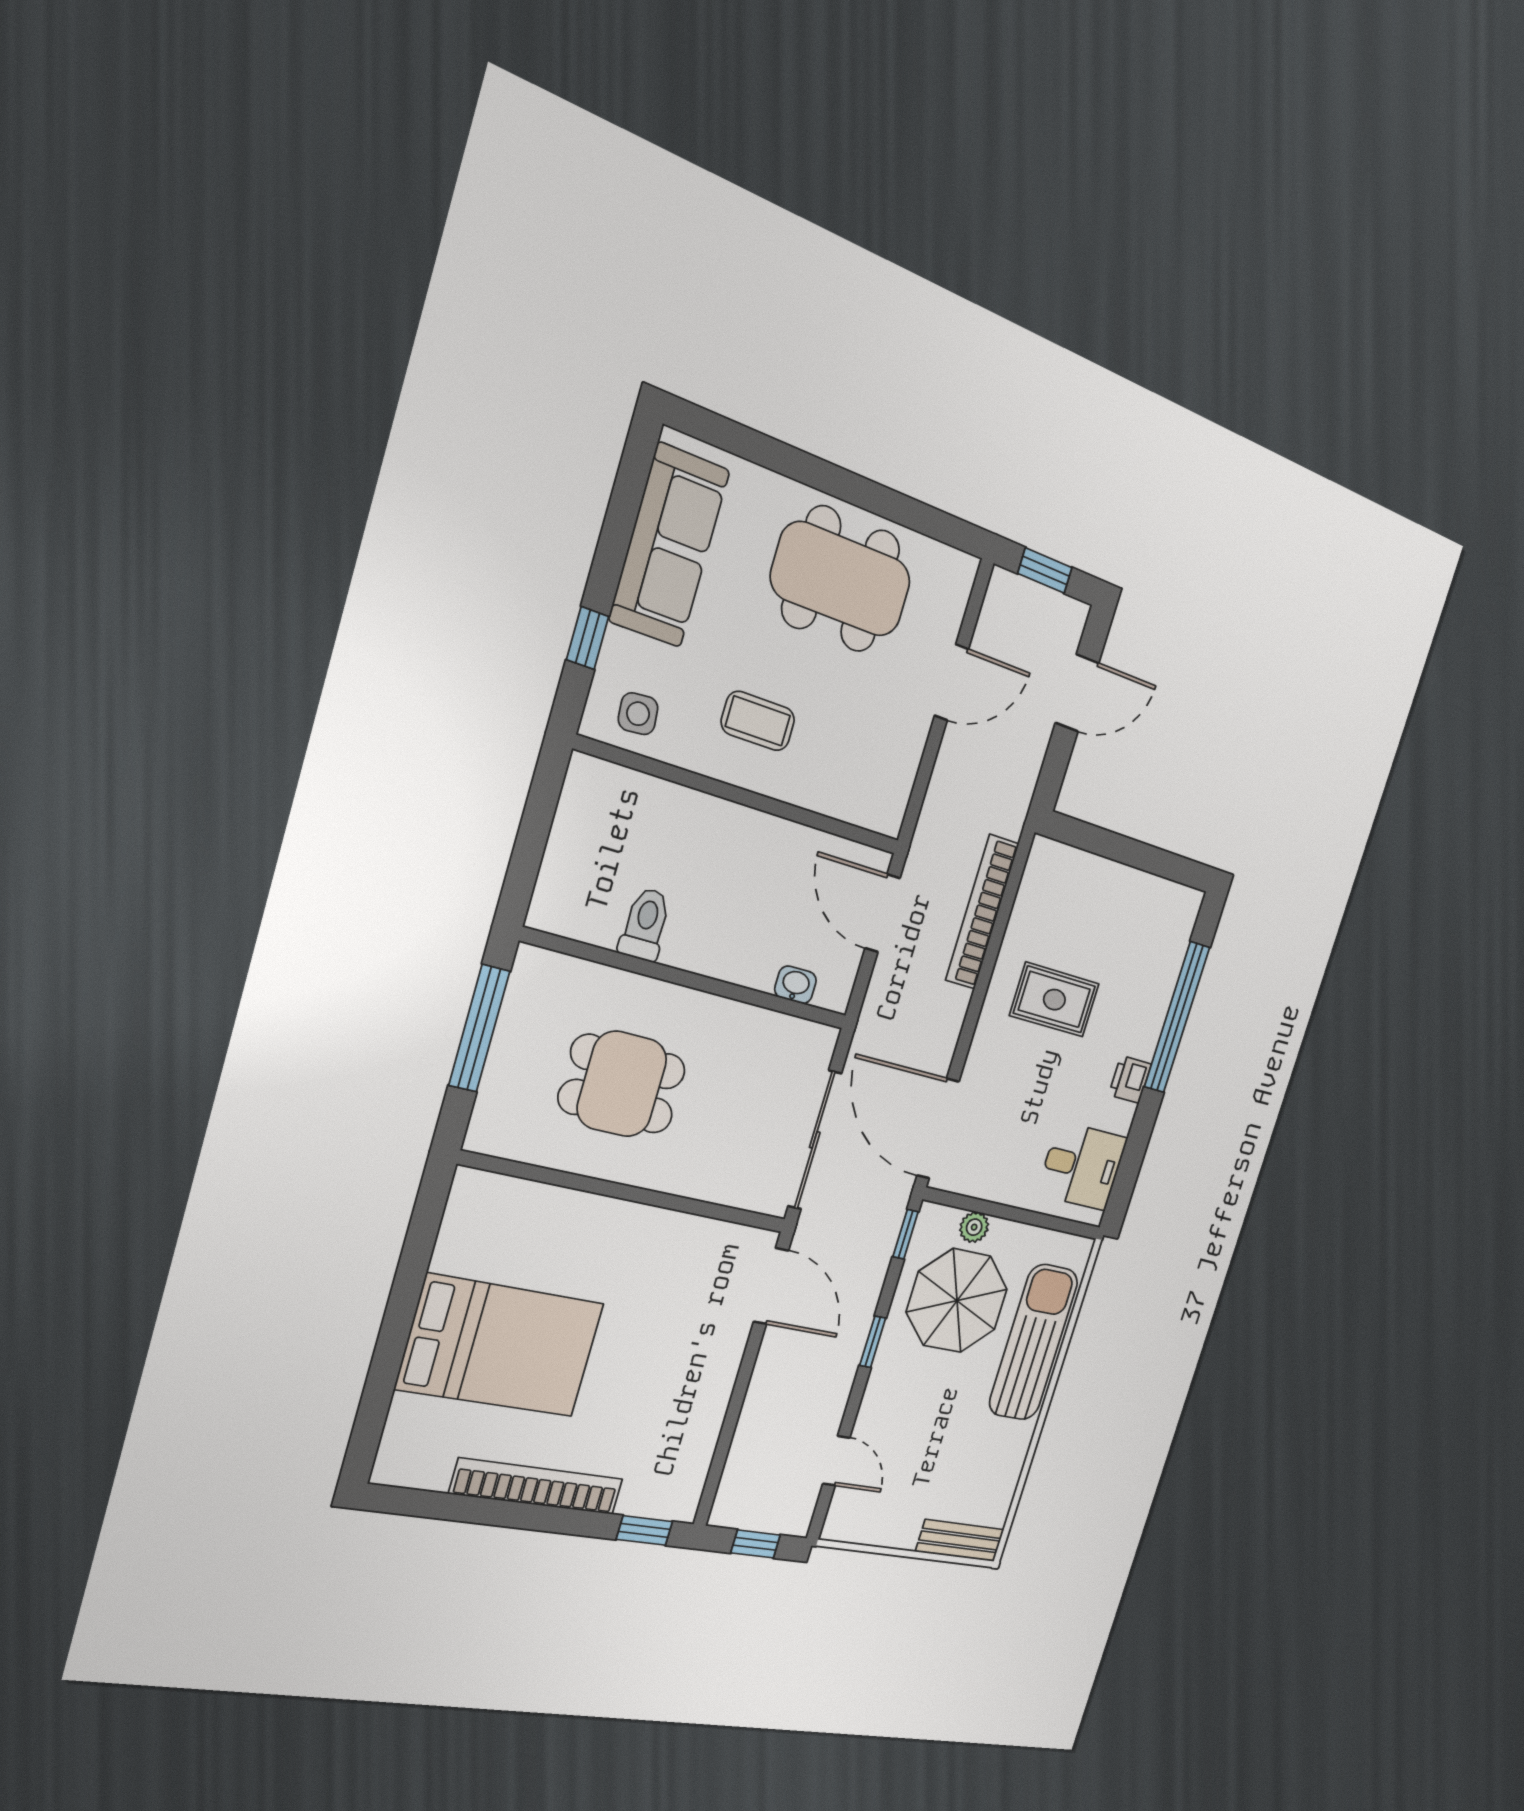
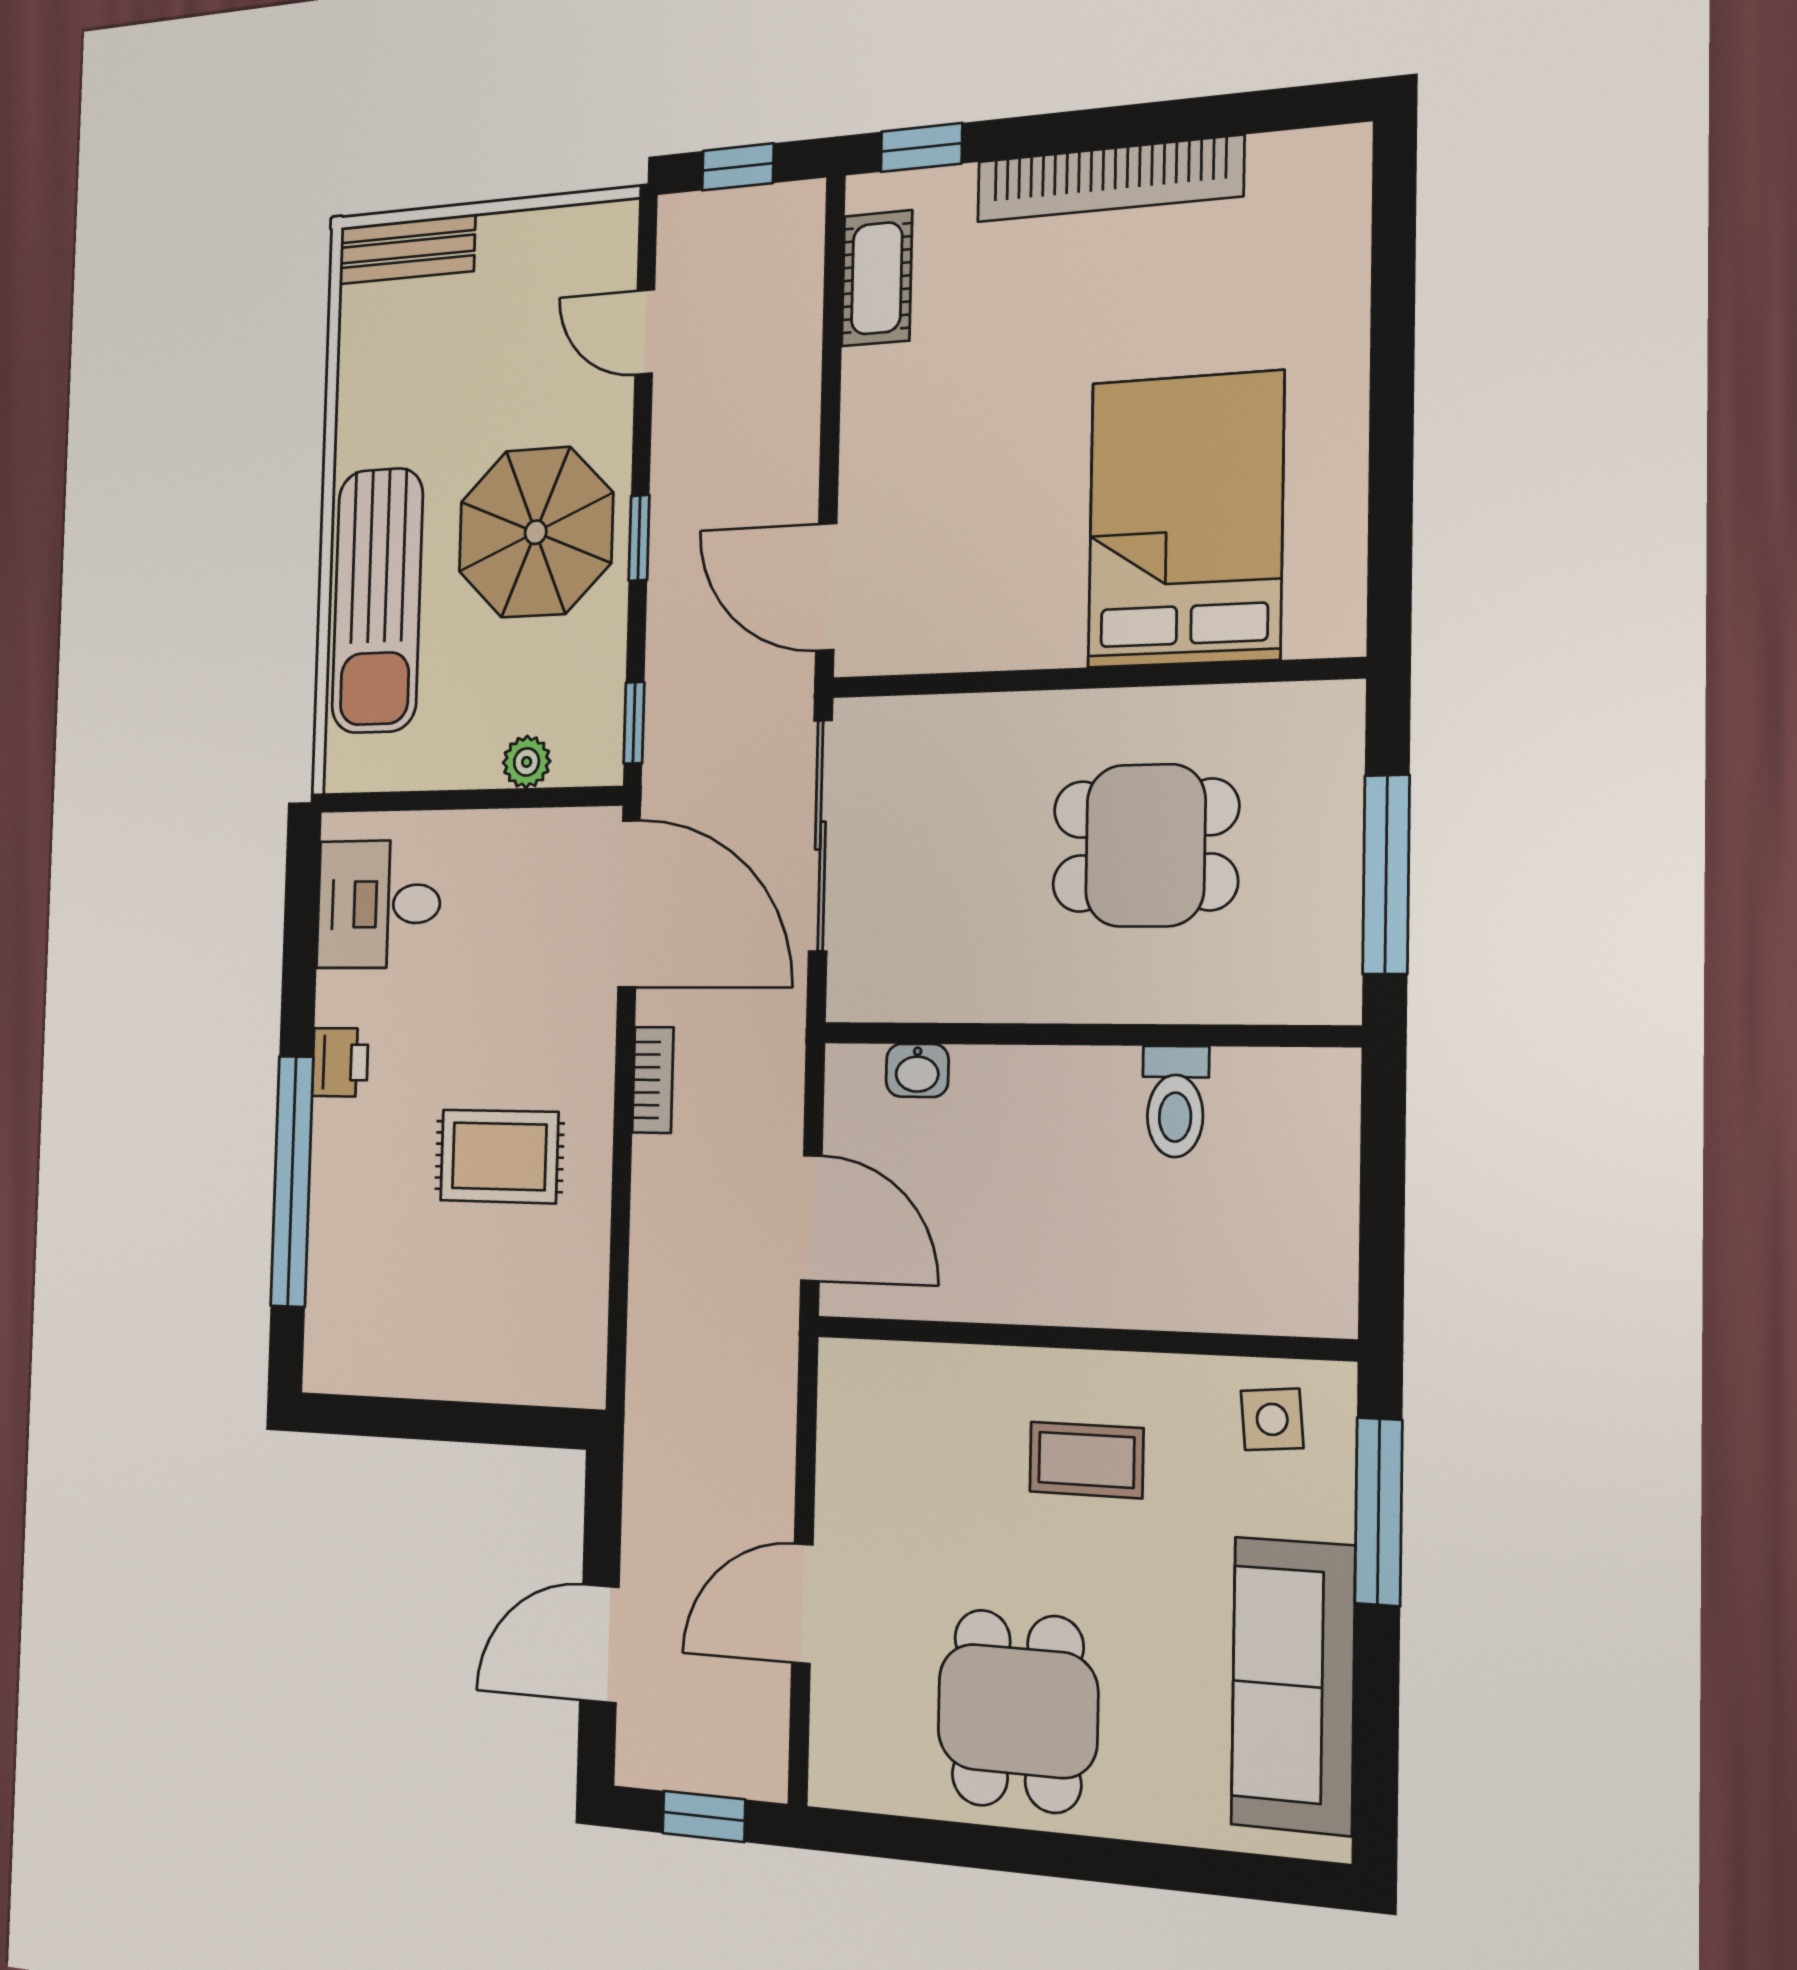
dining table: (841, 579) -> (1018, 1711), width x0.73
window: (588, 638) -> (1379, 1512), width x2.17
bookcase: (982, 912) -> (653, 1080), moved, width x0.43, depth x0.76
parasol: (957, 1301) -> (536, 532), moved
bed: (501, 1346) -> (1185, 520), moved, turned 90
cot: (692, 1460) -> (877, 278), added

